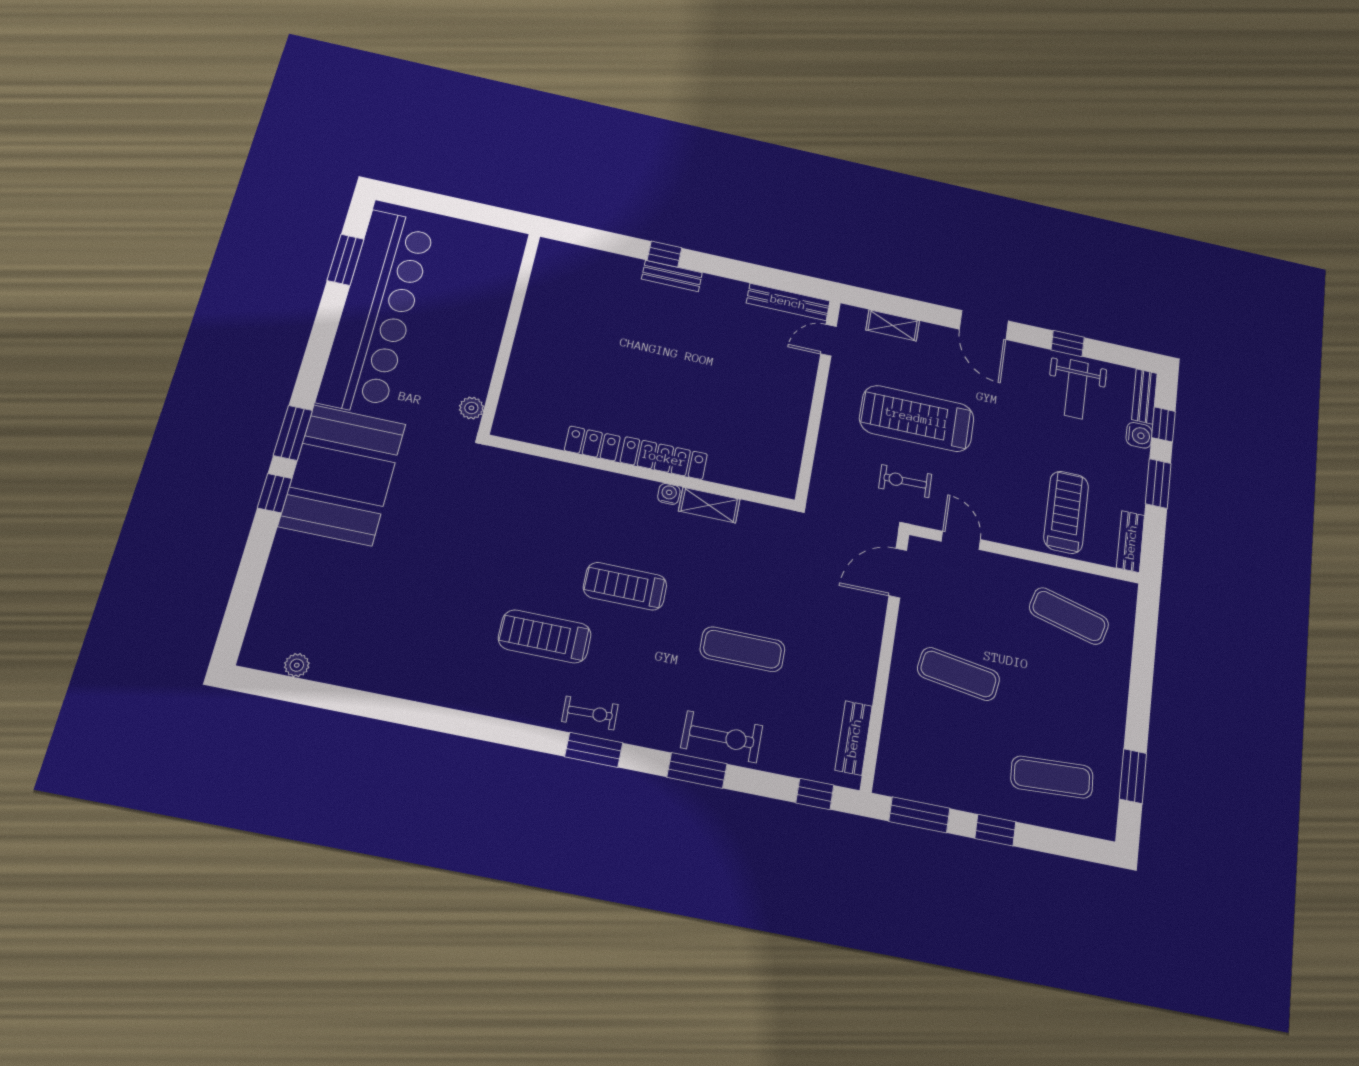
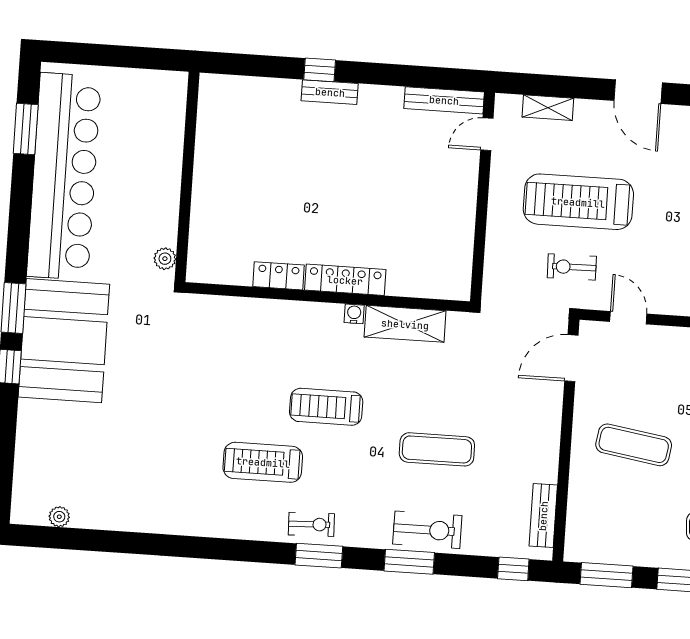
shelving: (709, 505) -> (405, 324), width x1.50, depth x1.33

